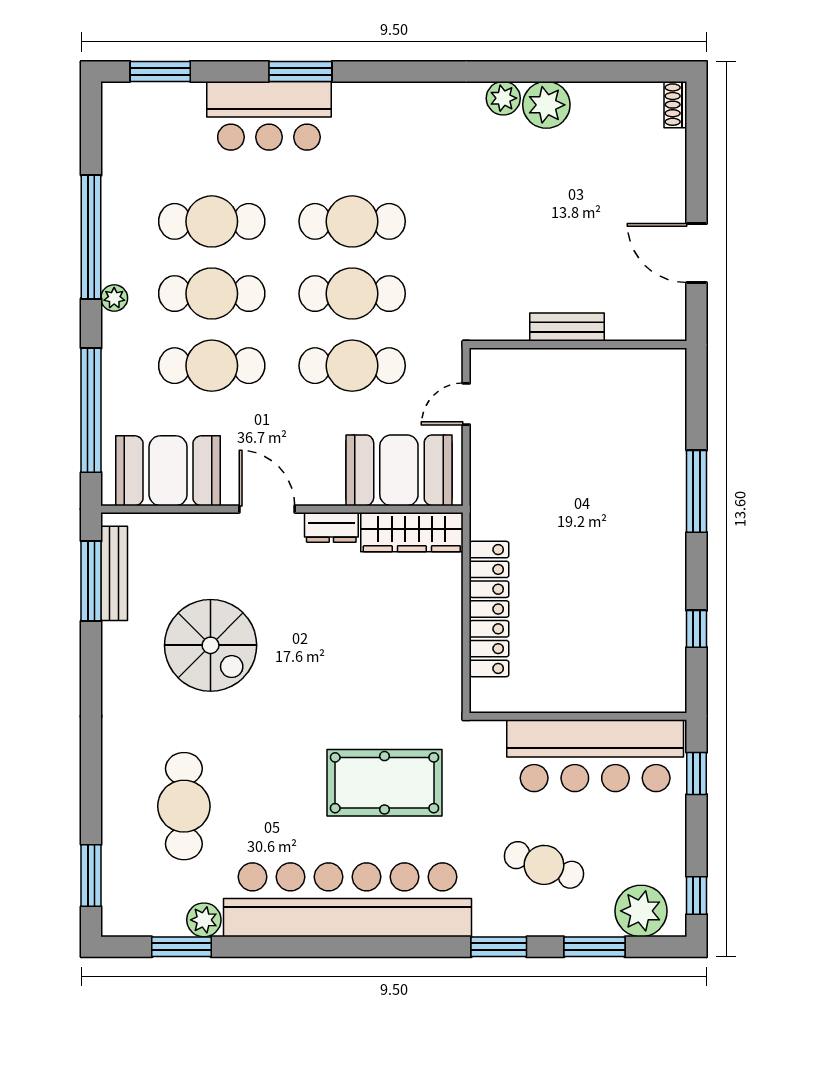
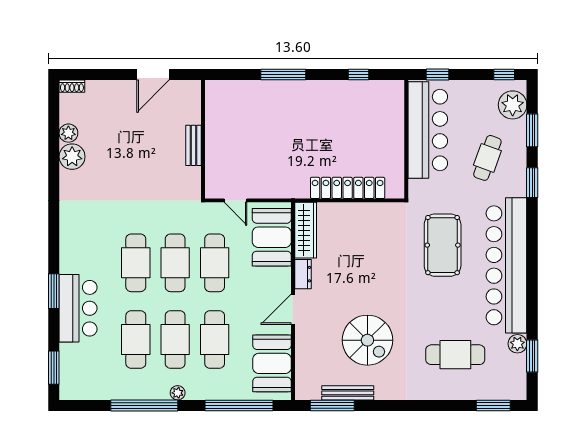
plant: (503, 98) -> (68, 133), moved
bench: (114, 573) -> (348, 393), moved
spiral stairs: (211, 645) -> (367, 340), turned 90

